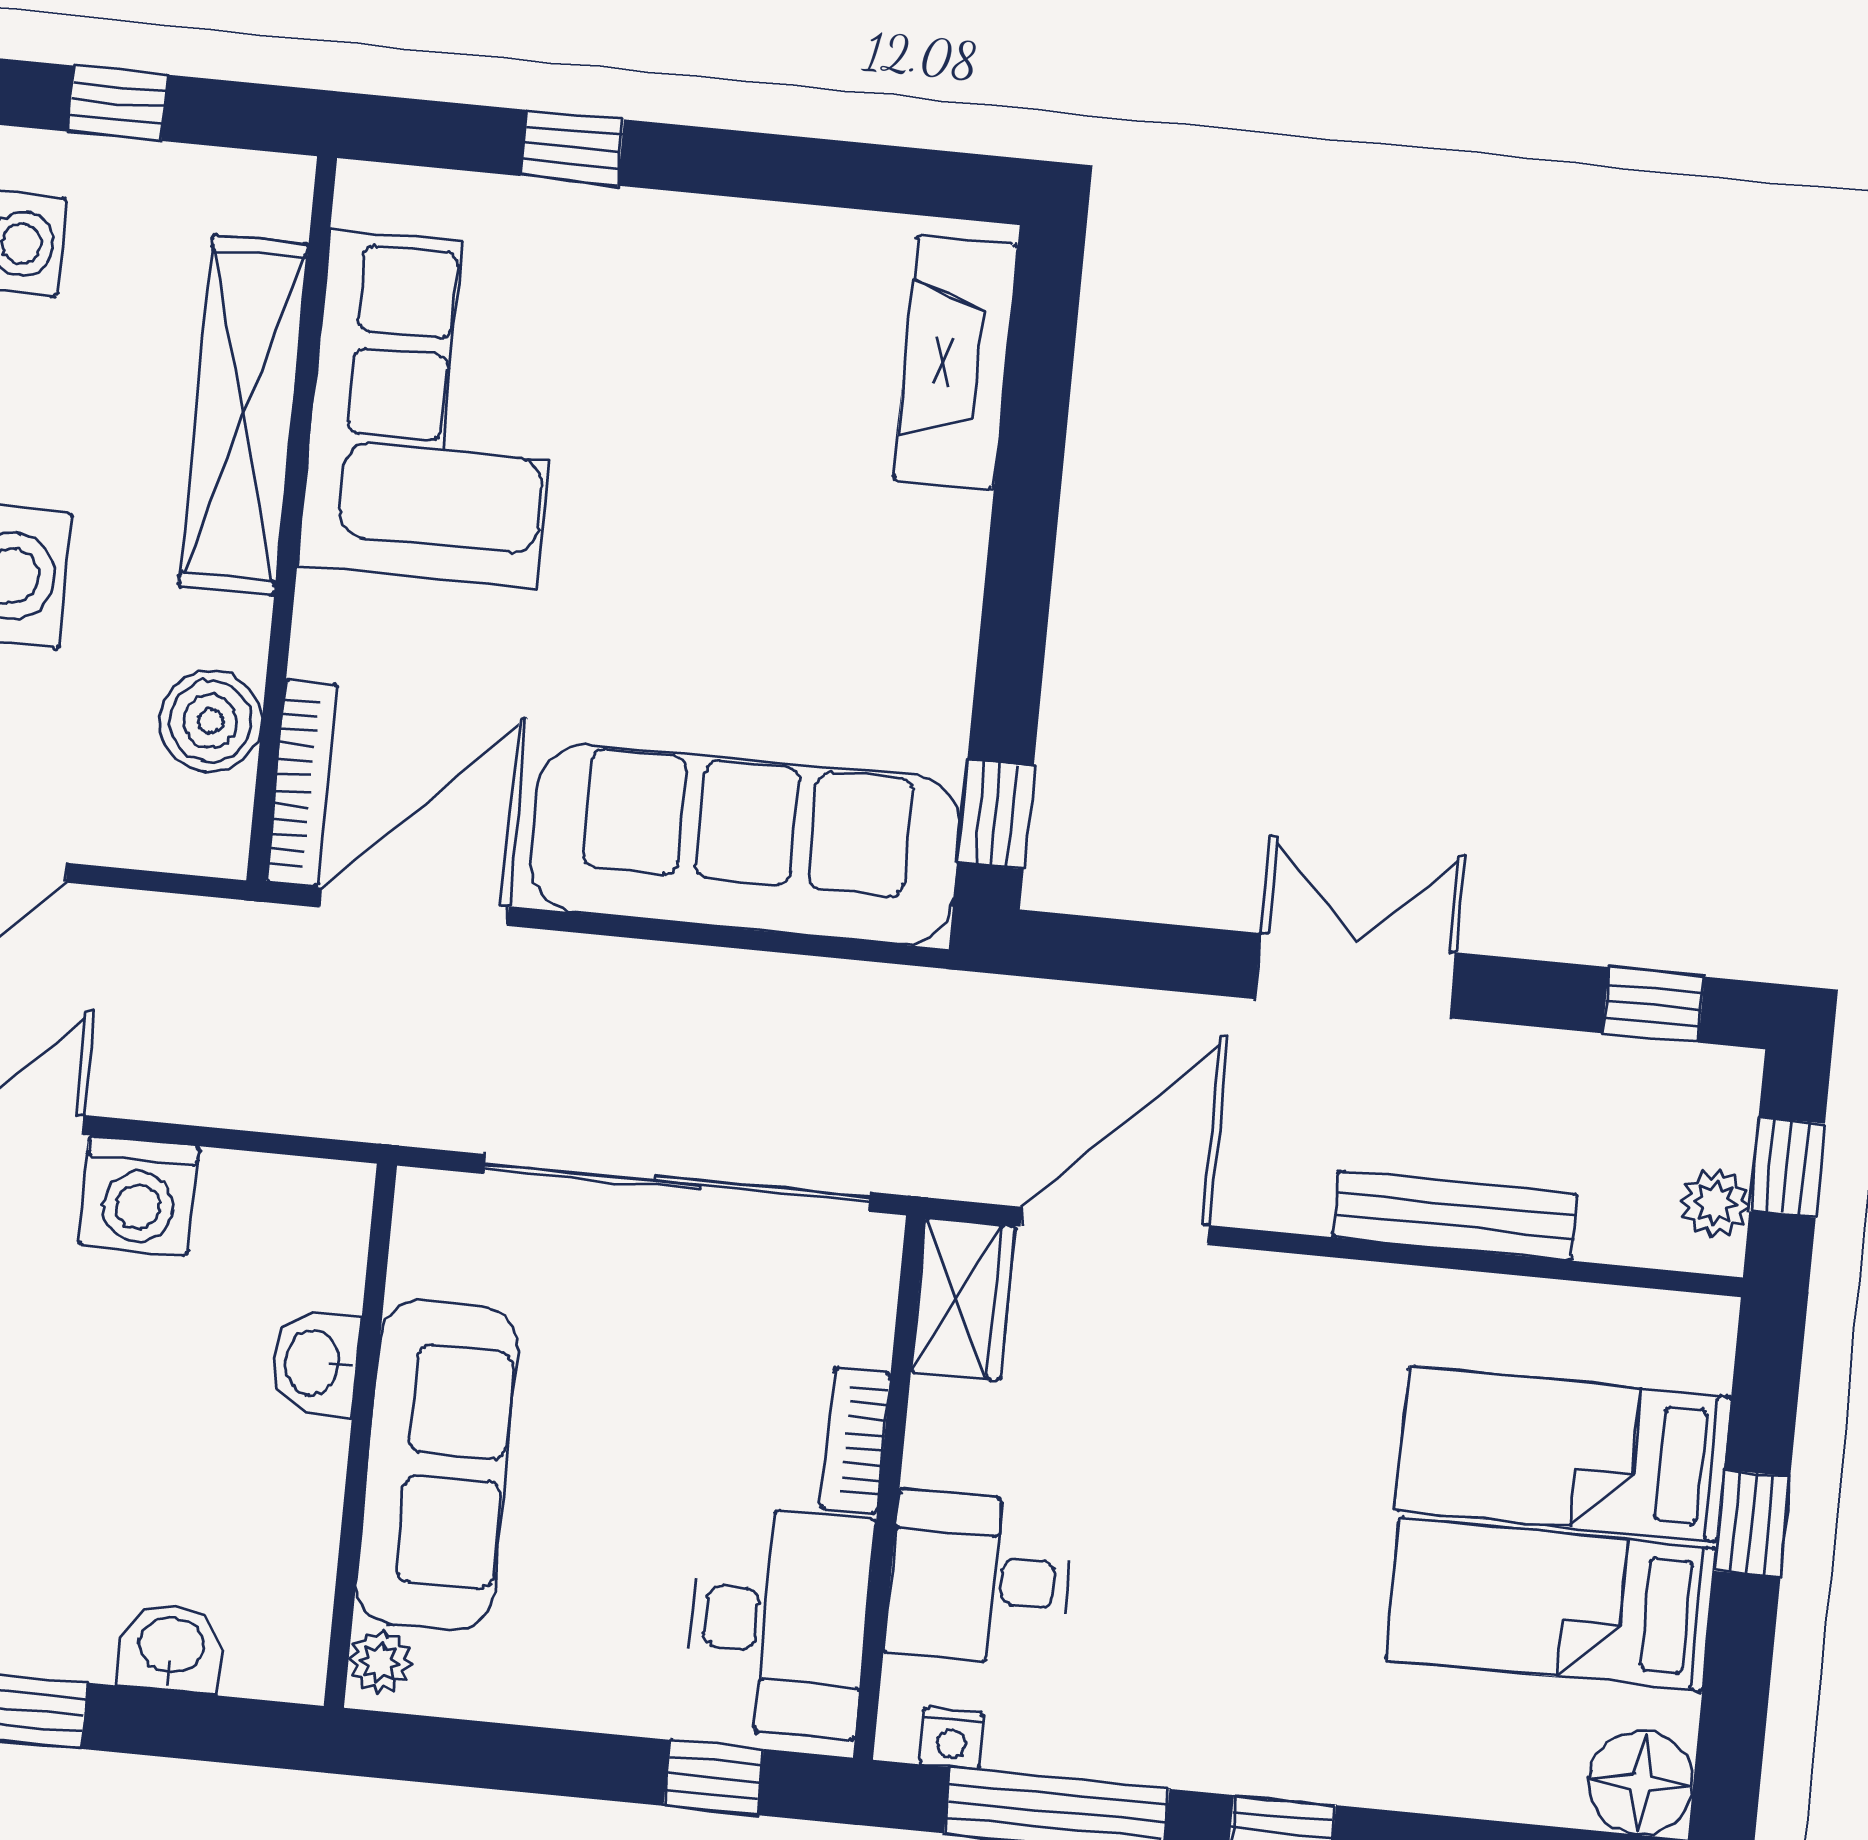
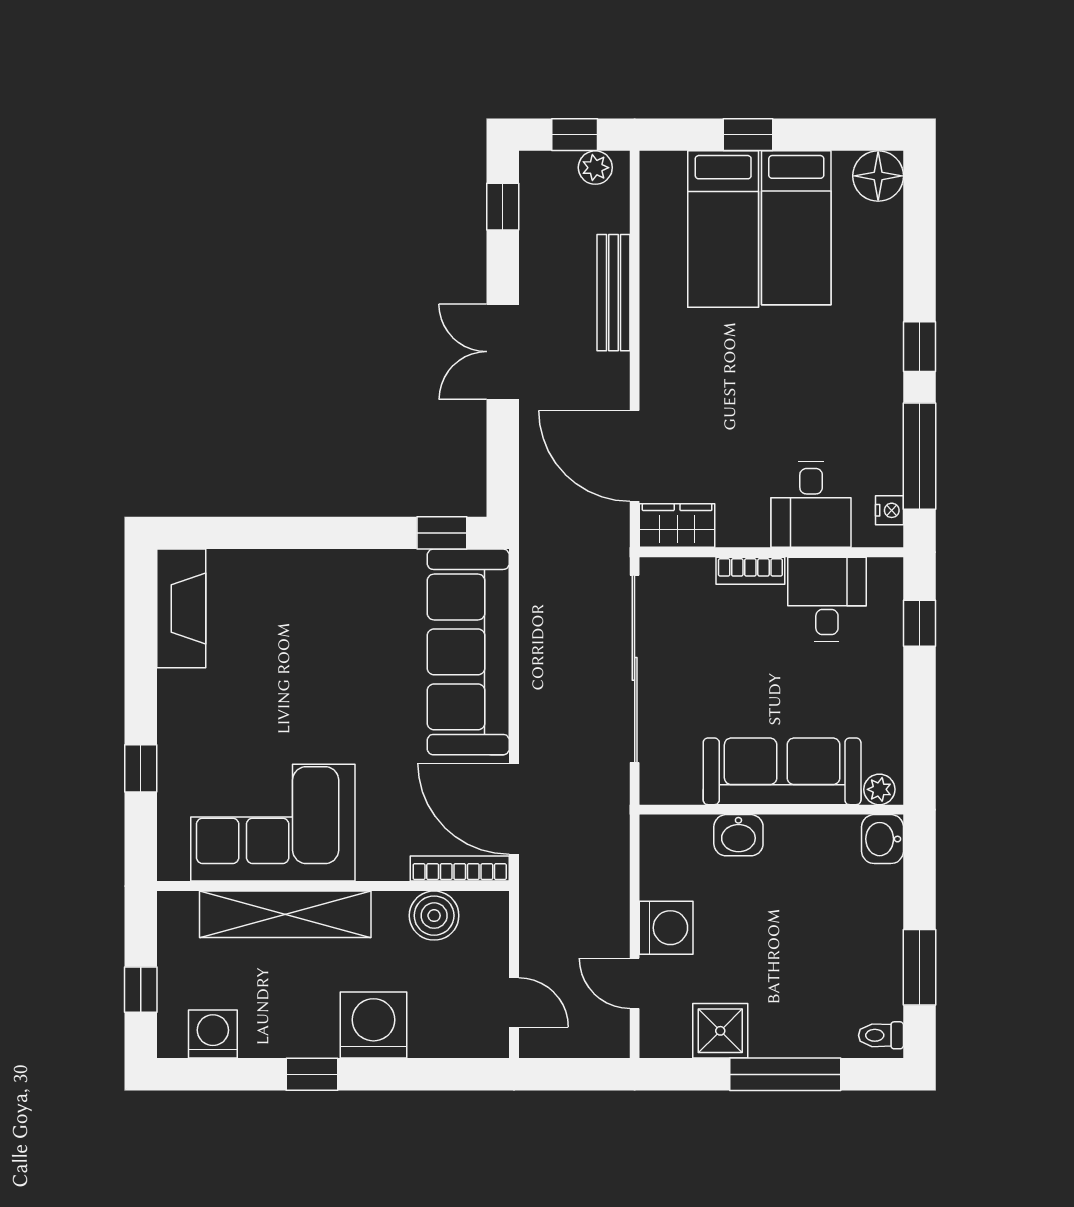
fireplace: (956, 362) -> (181, 608), moved, turned -90
desk: (779, 1622) -> (827, 599), width x0.73
washbasin: (171, 1648) -> (883, 839), moved

